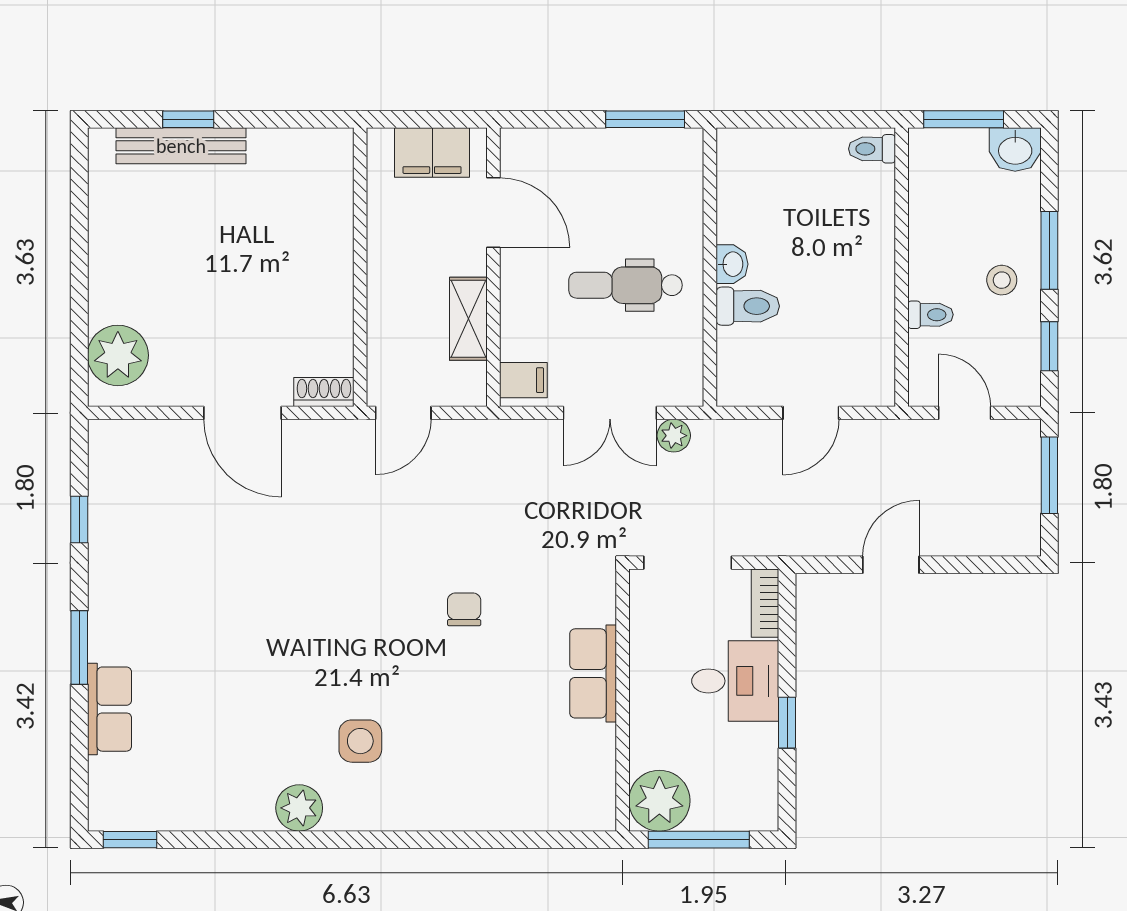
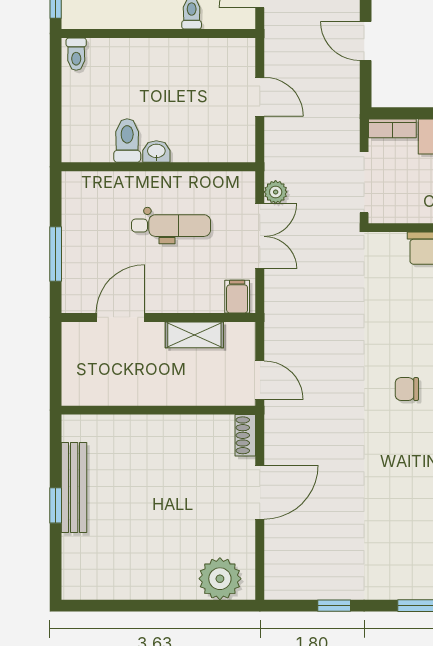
window: (188, 119) -> (56, 505), moved
window: (645, 119) -> (56, 254), moved
bench: (181, 146) -> (74, 488), moved
filing cabinet: (432, 153) -> (79, 360), removed
dental chair: (626, 285) -> (171, 226), turned -90
toilet: (748, 306) -> (127, 140), moved
chair: (464, 609) -> (407, 389), moved

